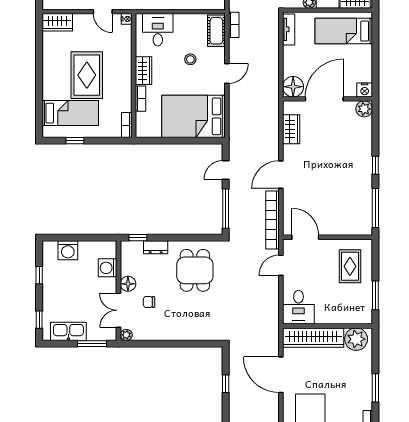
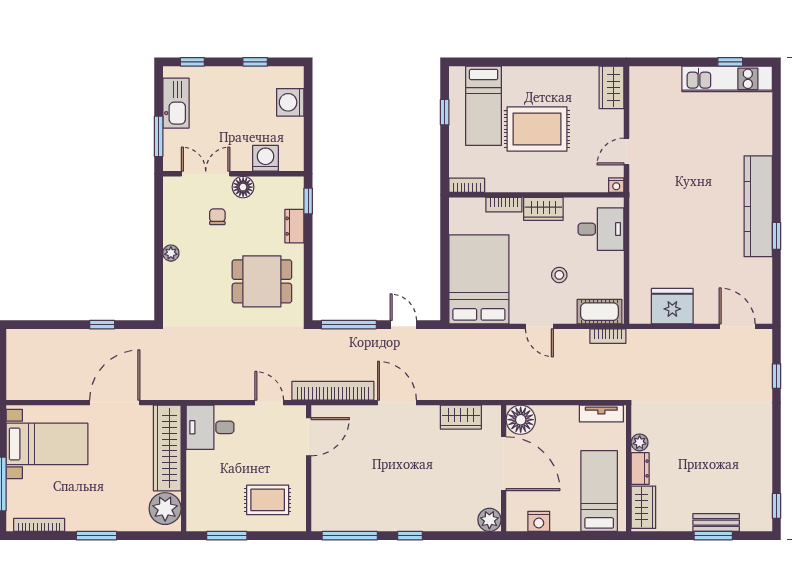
nightstand: (365, 90) -> (539, 521), moved, turned -90
plant: (126, 335) -> (171, 253), moved

